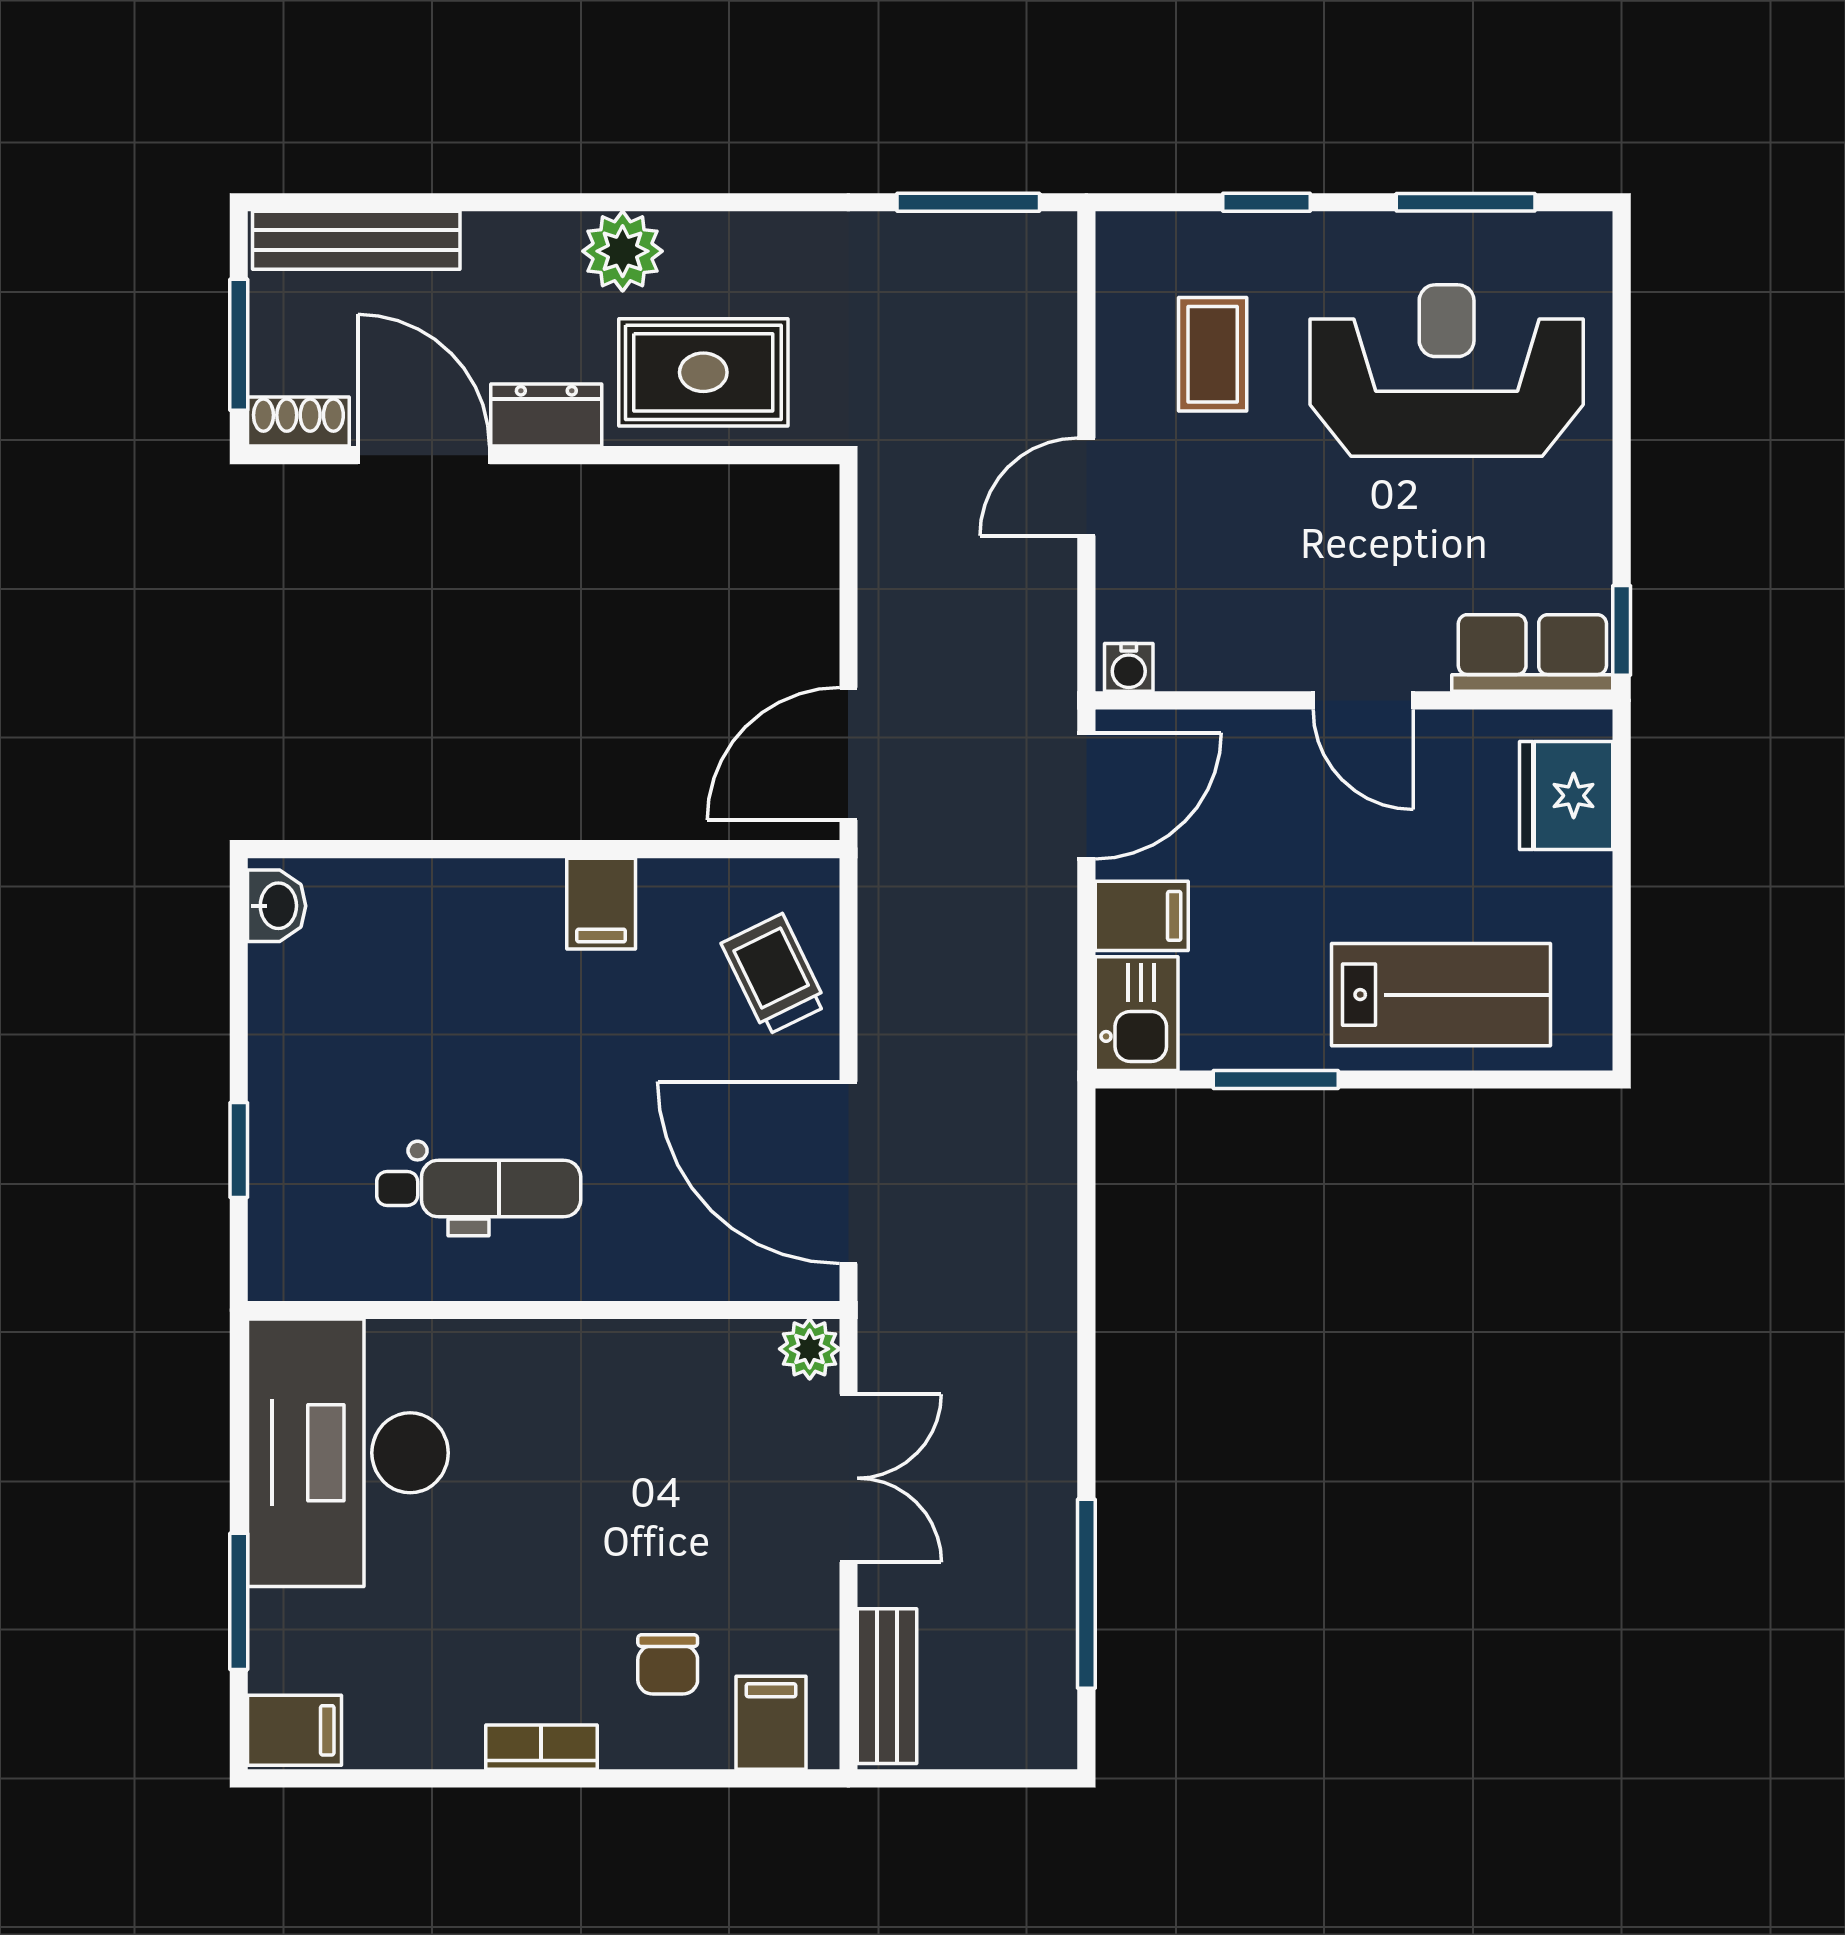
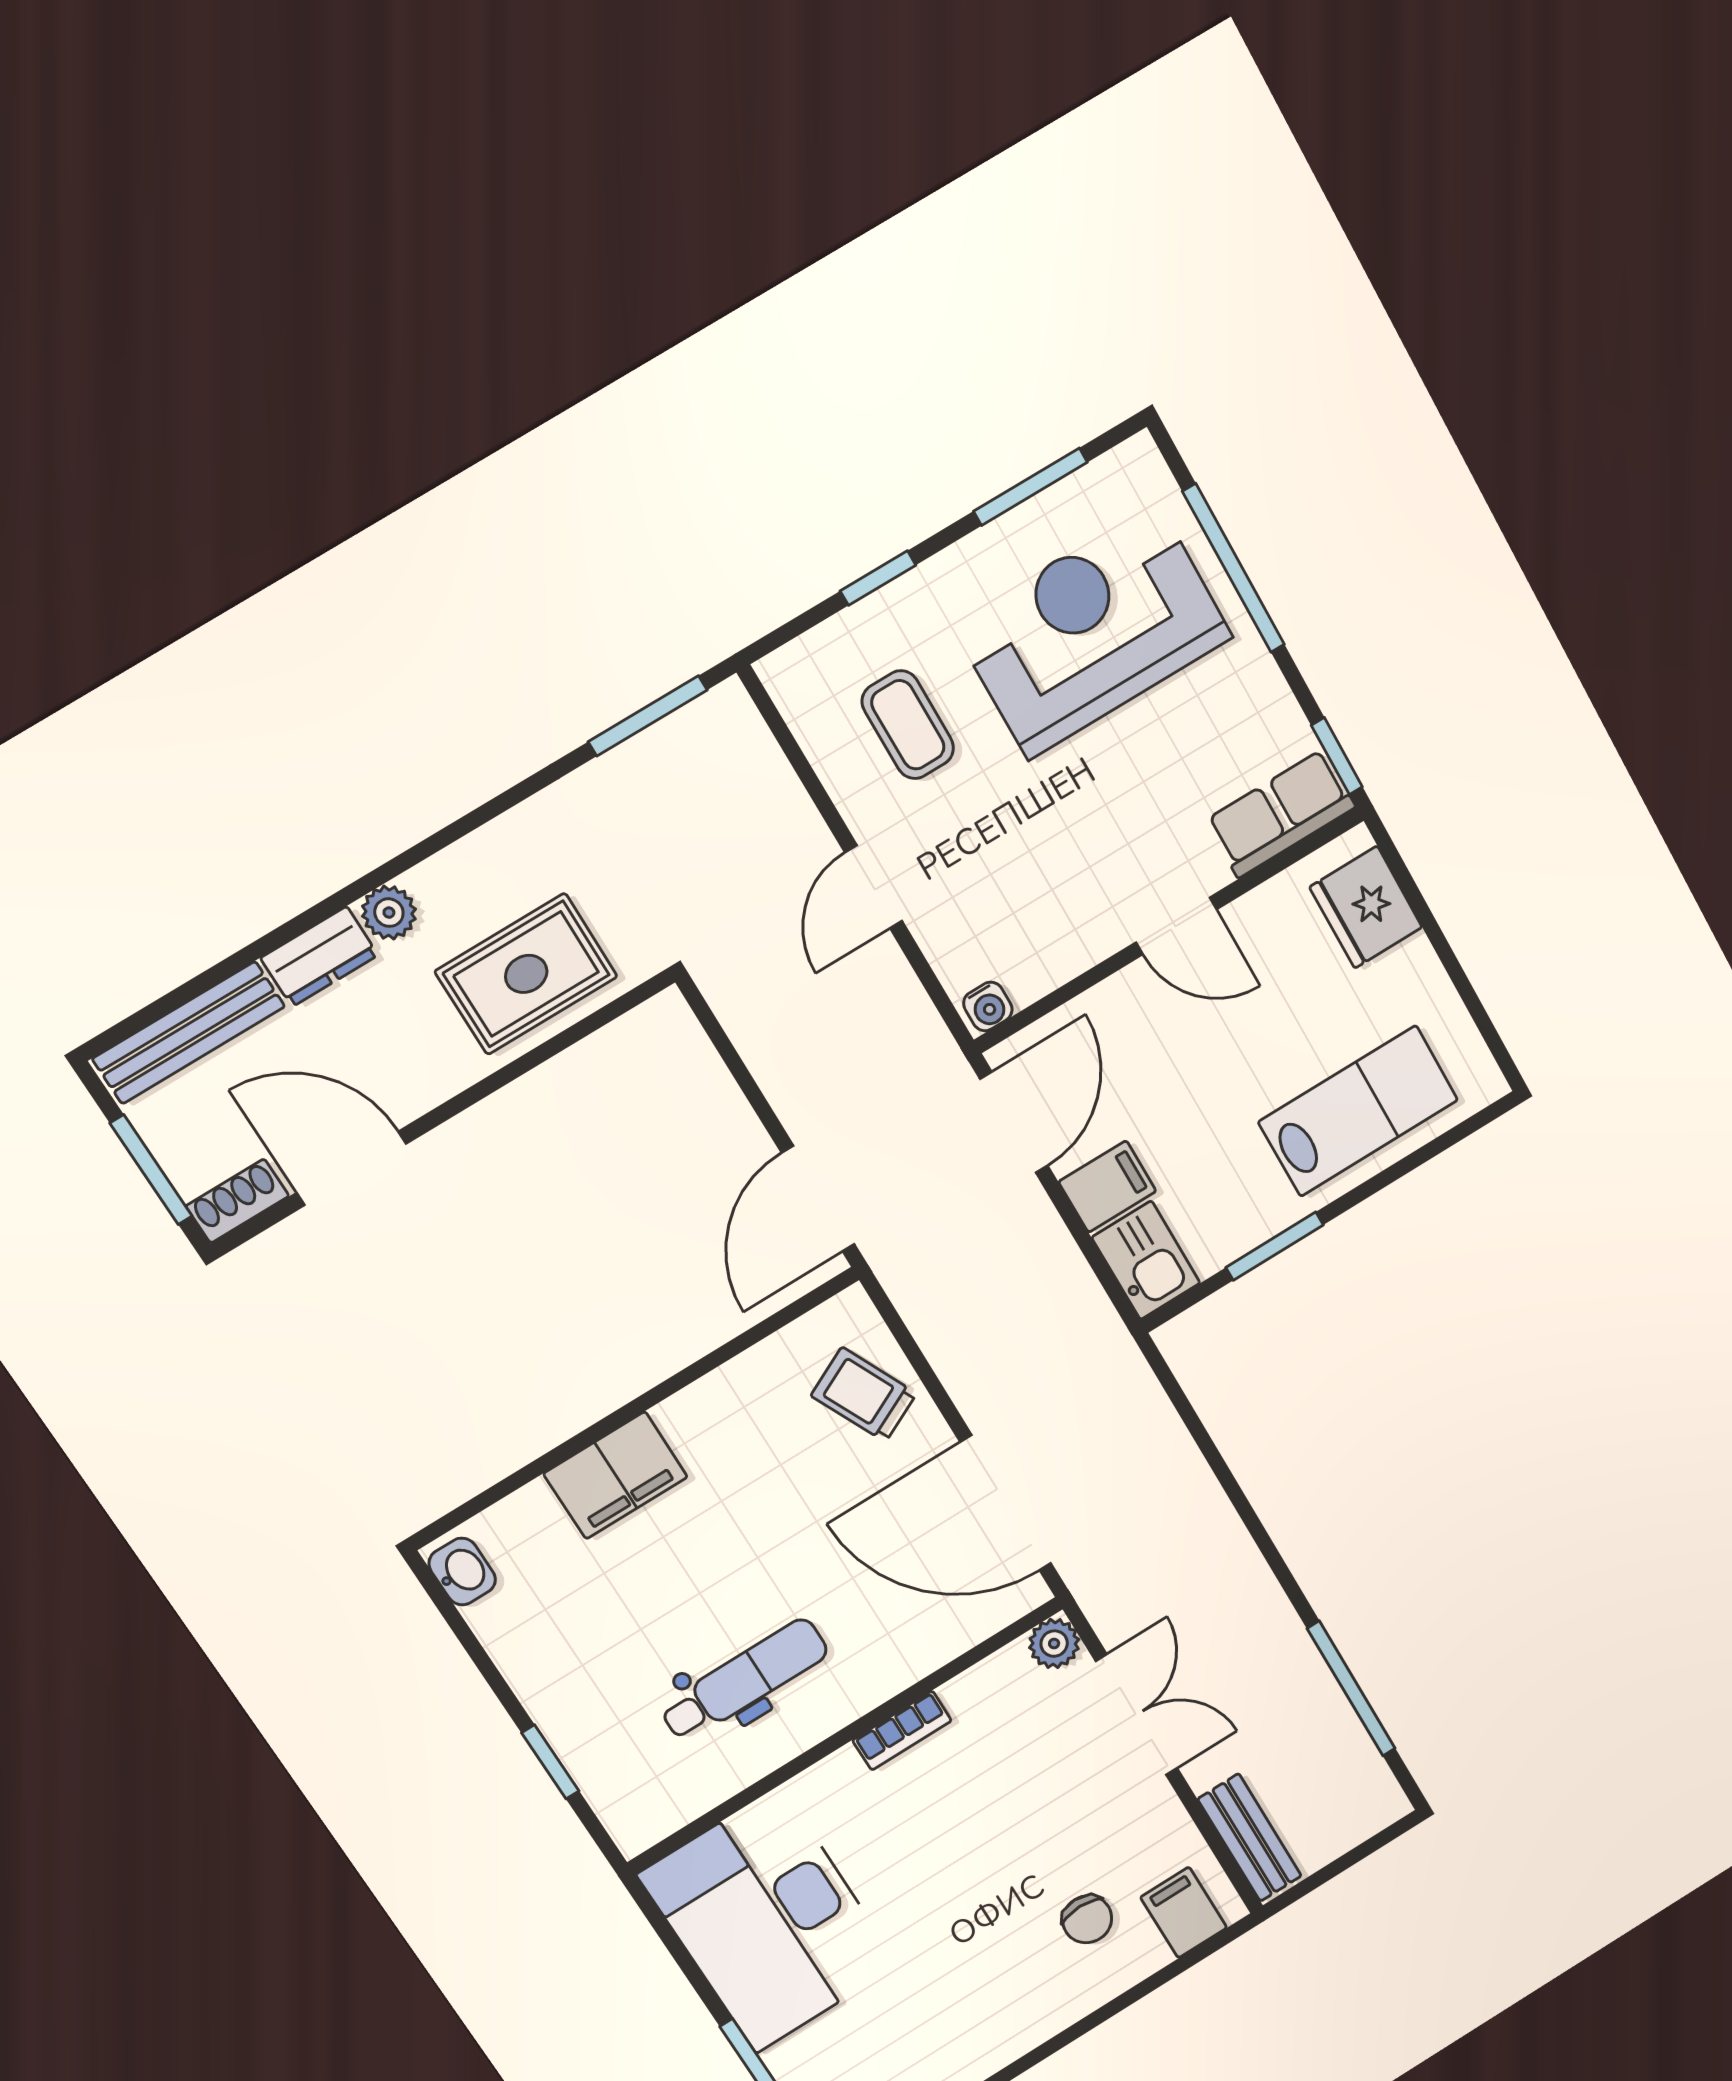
plant: (623, 251) -> (389, 913), width x0.73, depth x0.73
window: (1622, 391) -> (1234, 568), added
dresser: (546, 415) -> (319, 957), moved, turned 180
filing cabinet: (601, 904) -> (616, 1475), moved, width x2.00
bookcase: (541, 1747) -> (902, 1730), moved, turned 180

